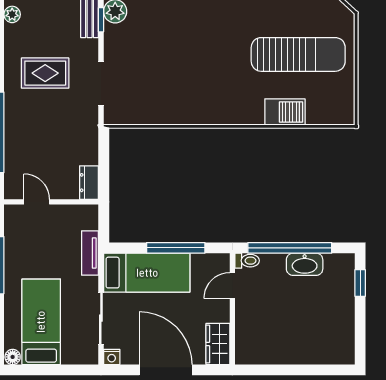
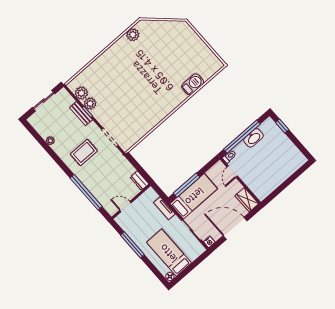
sun lounger: (298, 54) -> (178, 57), removed
window: (176, 248) -> (187, 185), moved

